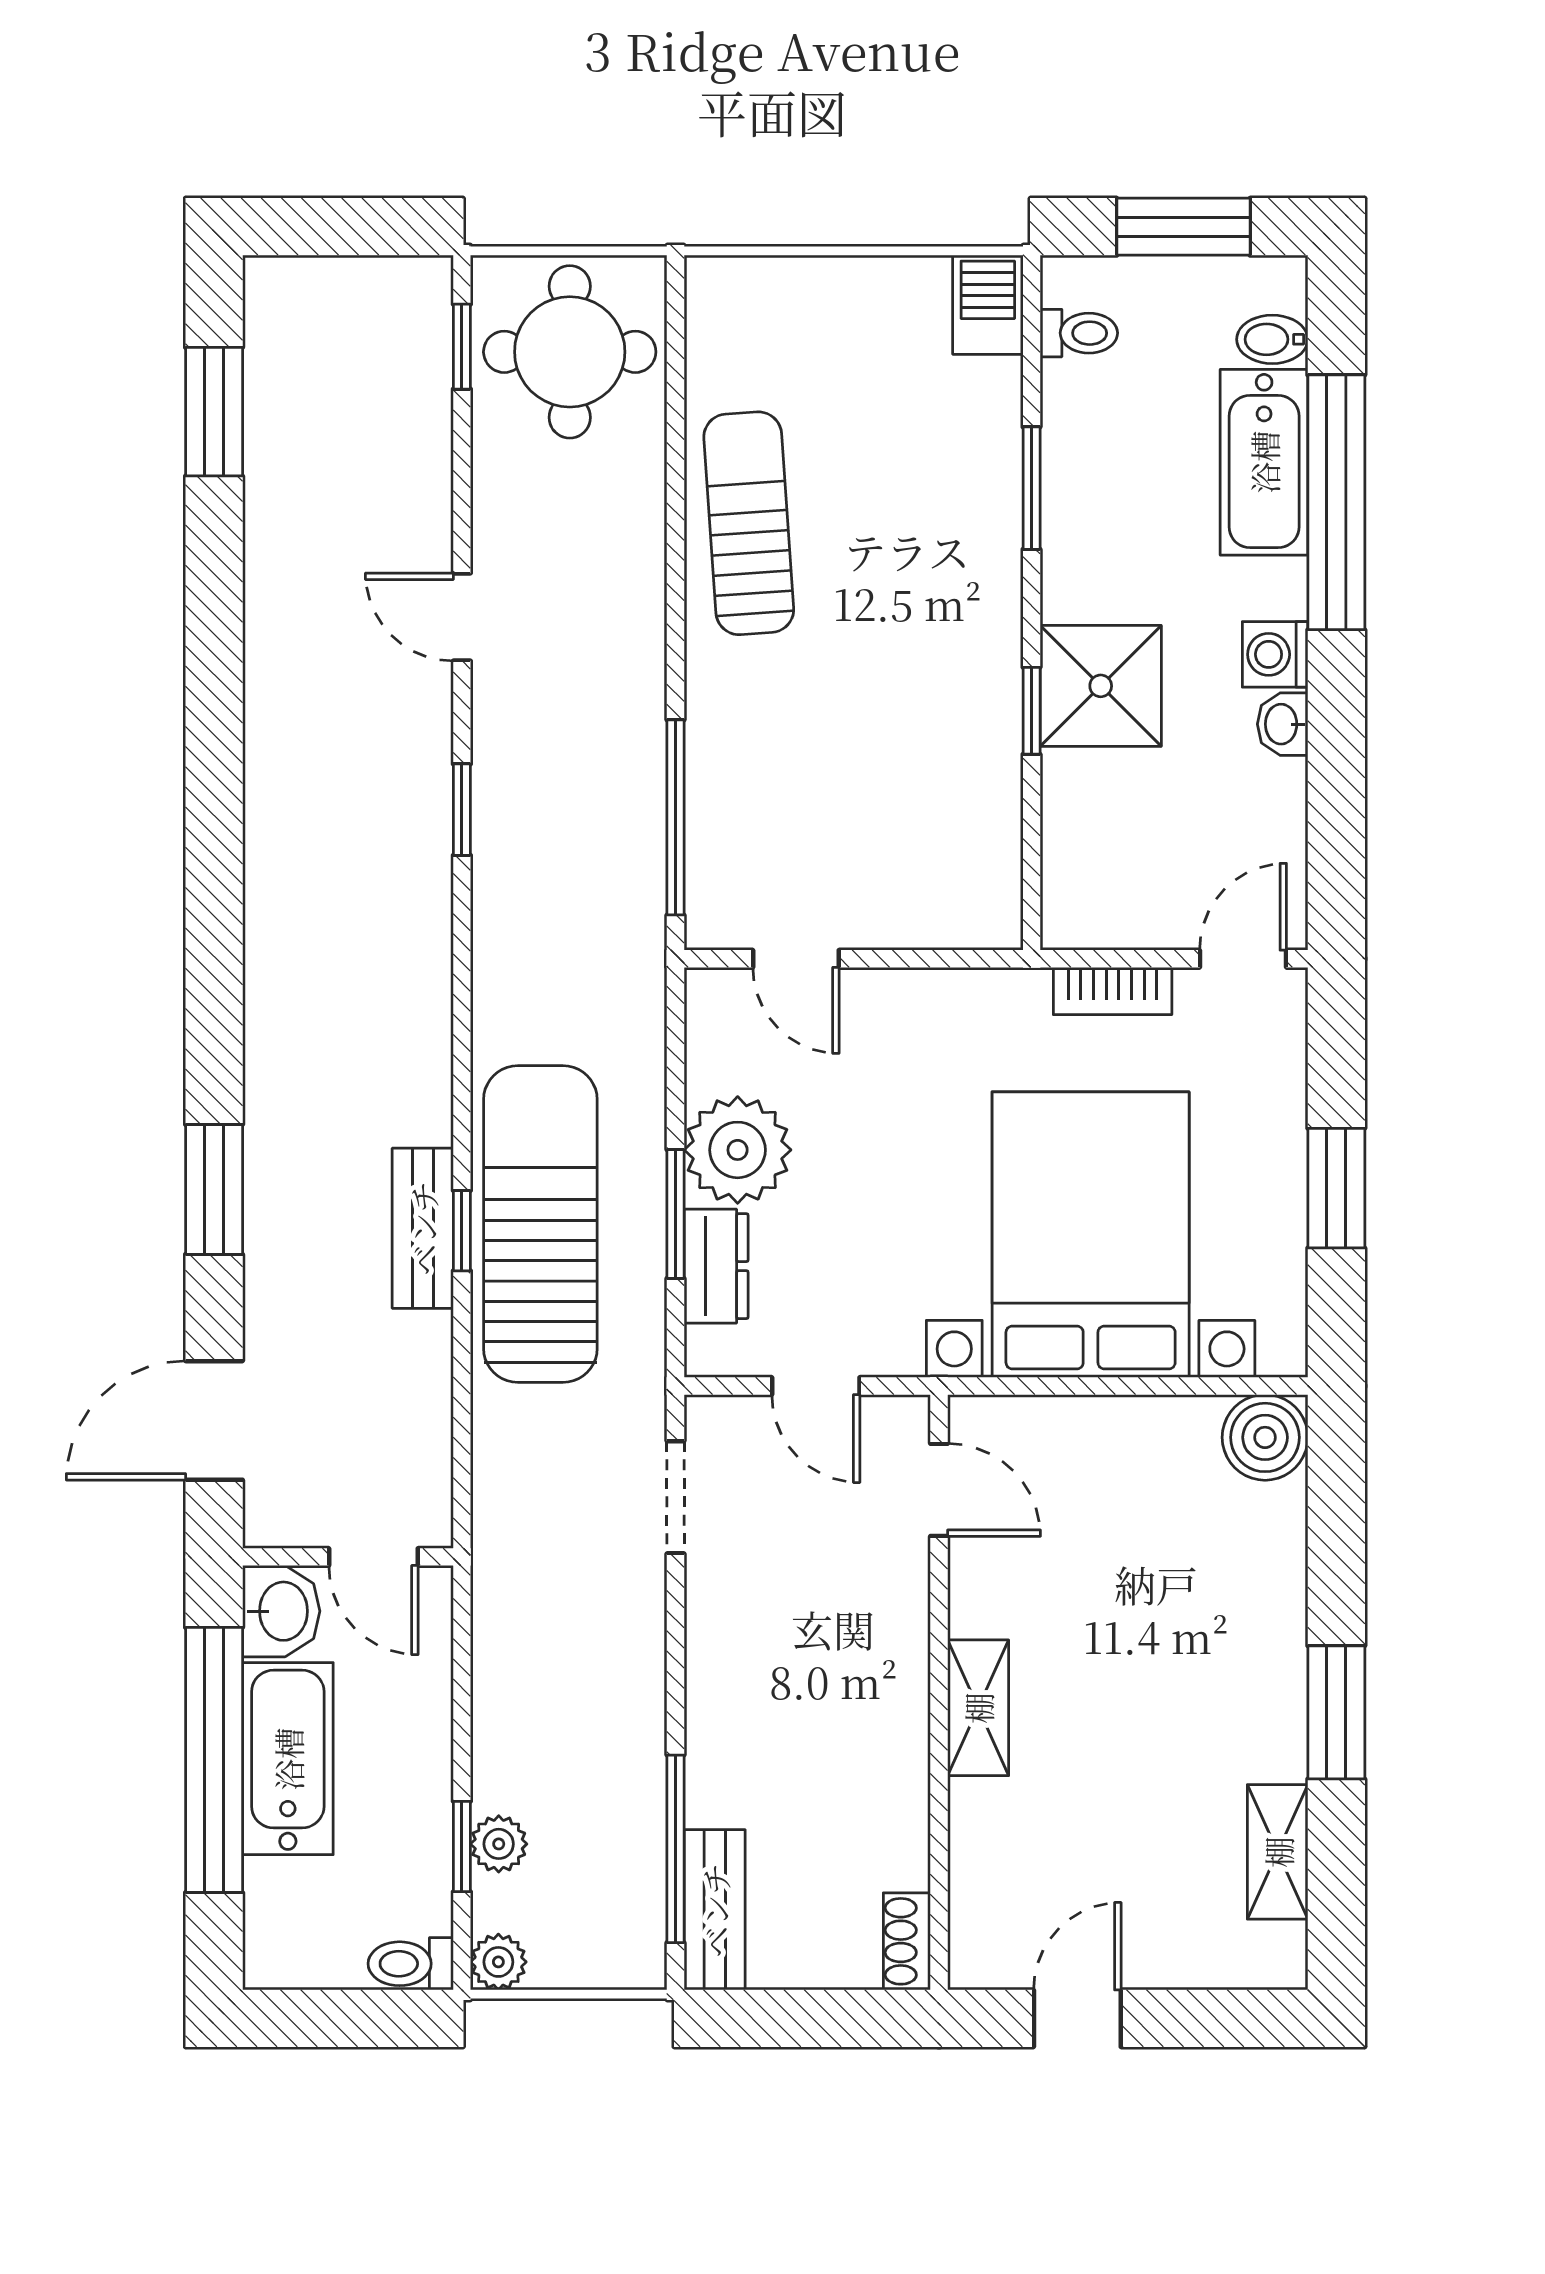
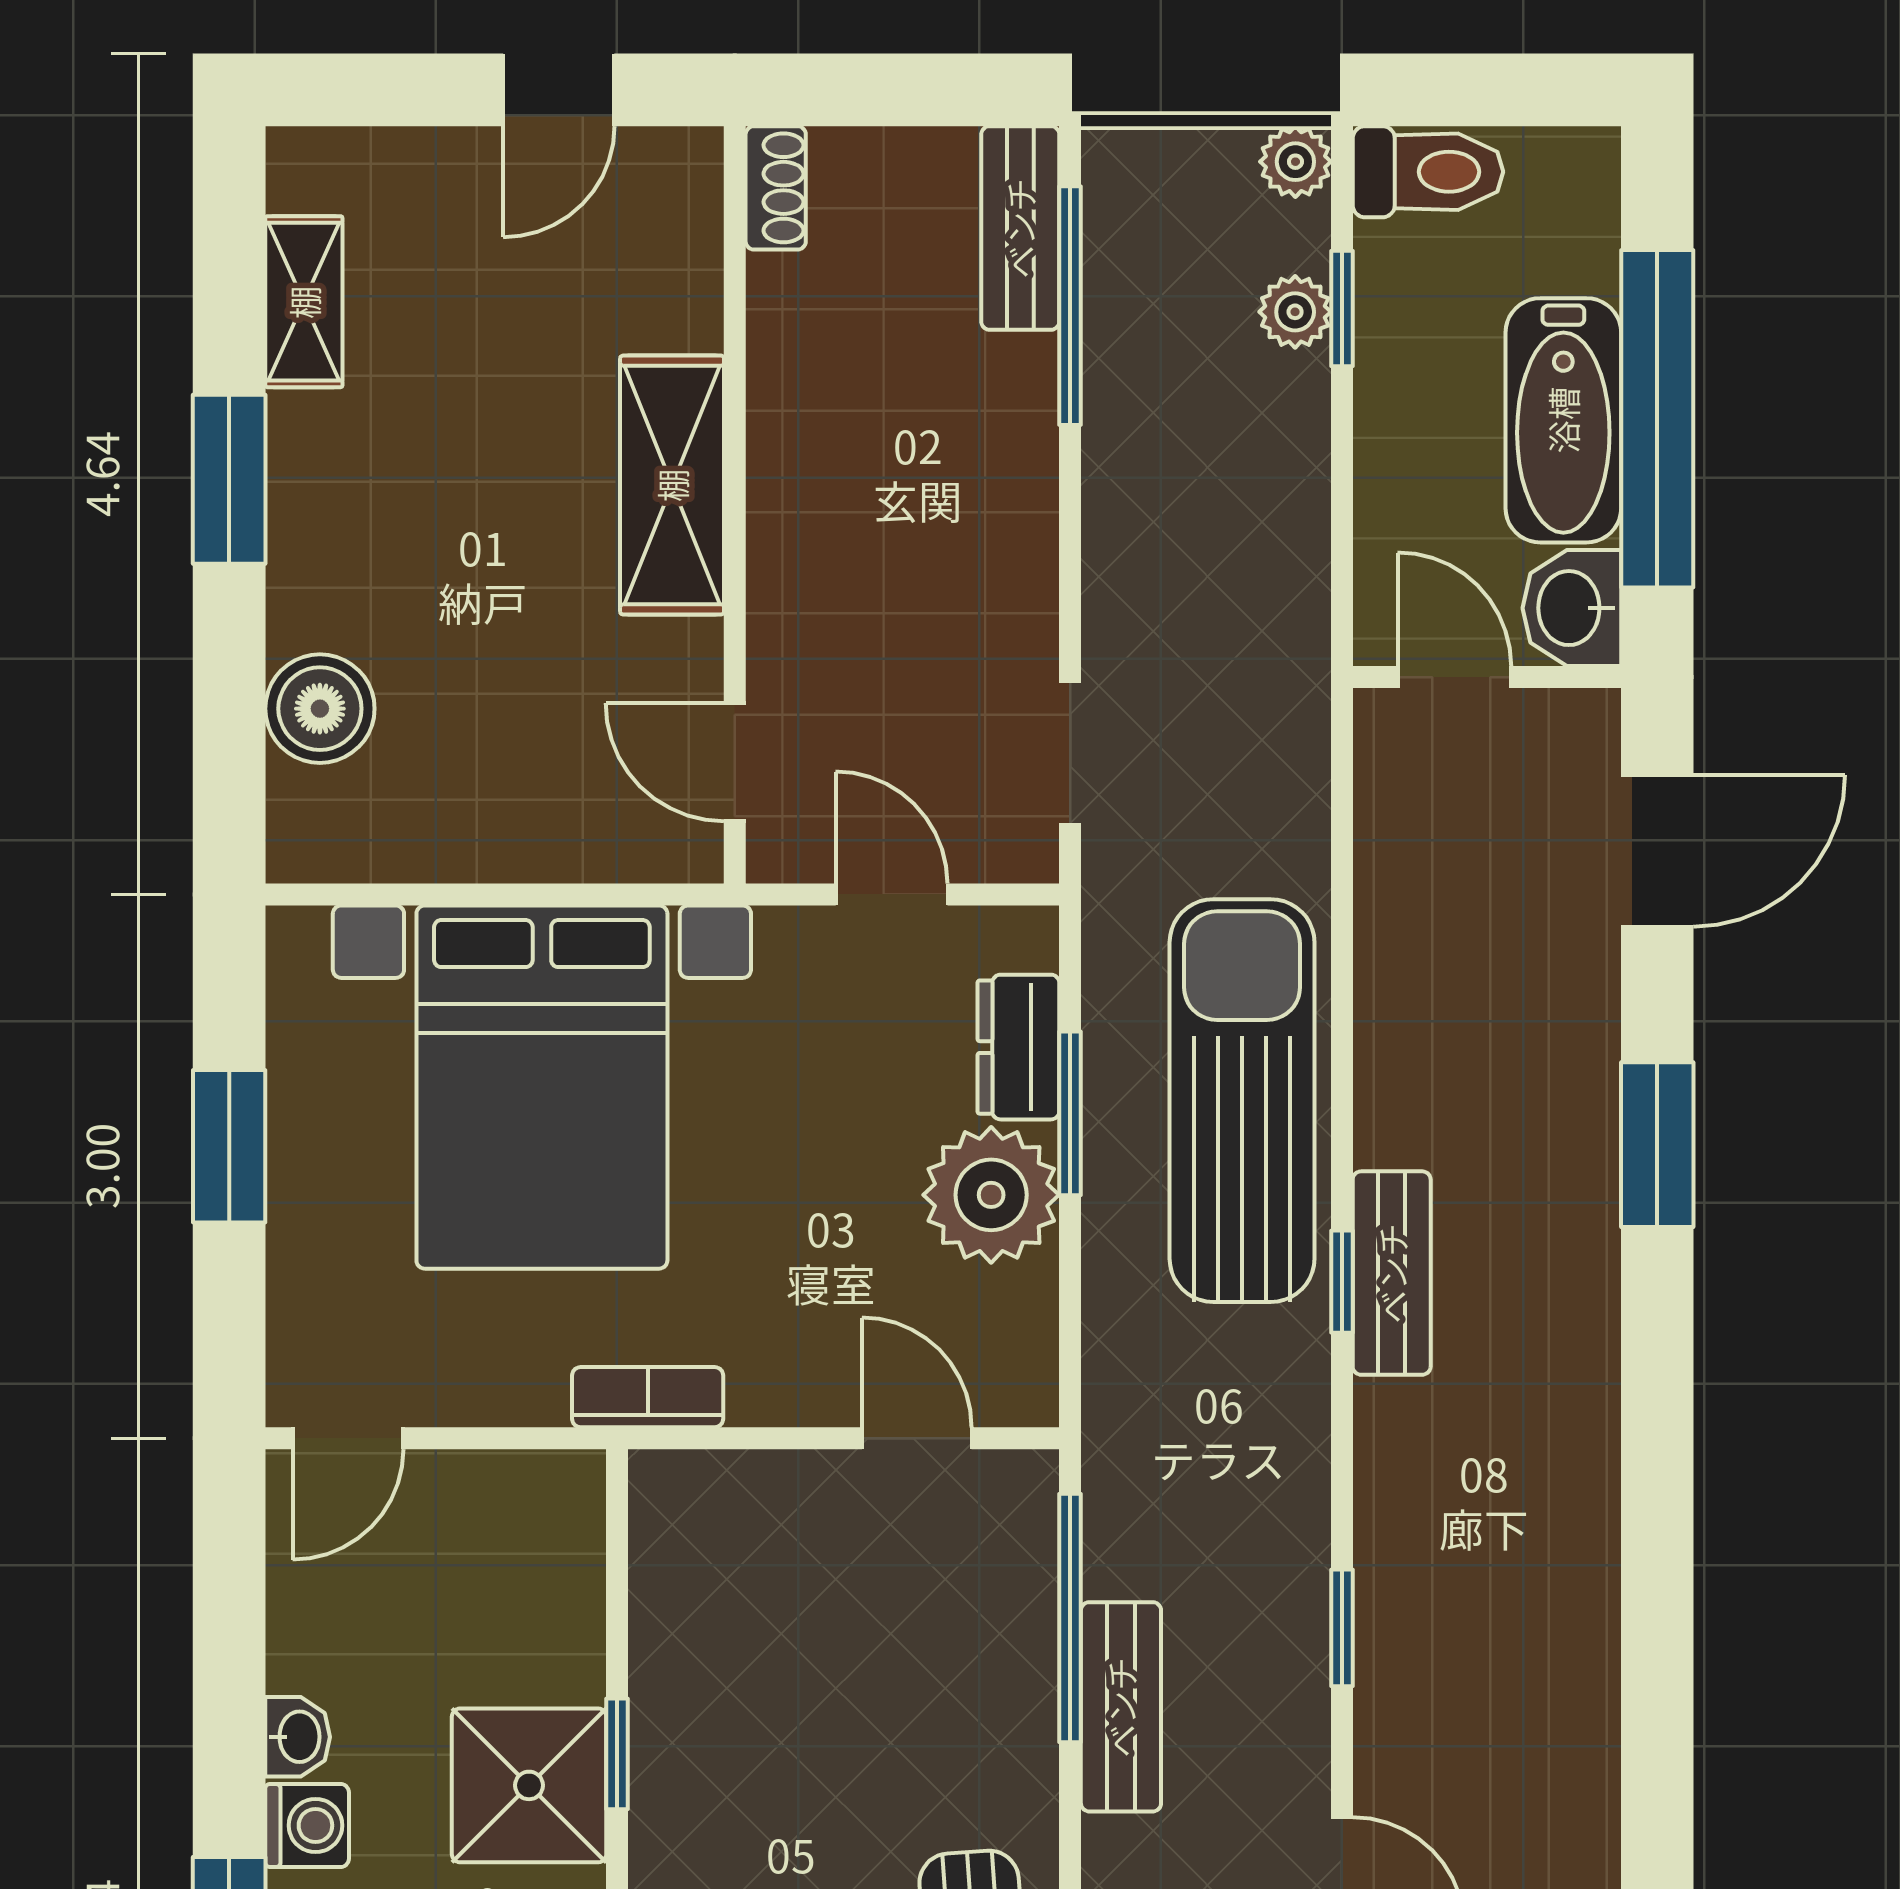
bench: (636, 748) -> (1121, 1707), added
bookcase: (1113, 991) -> (648, 1397), moved
sun lounger: (540, 1224) -> (1242, 1101), turned 180
bench: (423, 1228) -> (1392, 1273), moved
window: (462, 1231) -> (1342, 1282), moved
boiler: (1265, 1437) -> (320, 709), moved
shelving: (978, 1708) -> (672, 485), width x1.50, depth x1.33
toilet: (411, 1964) -> (1428, 172), width x1.37, depth x1.39

